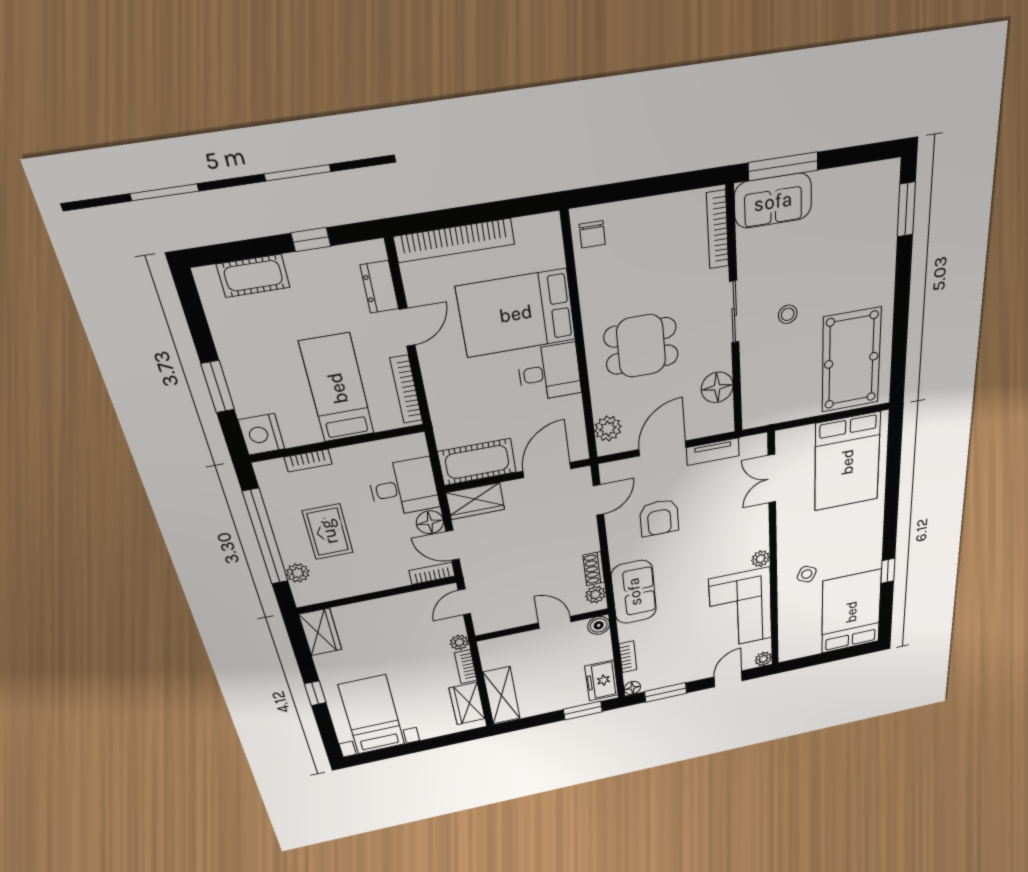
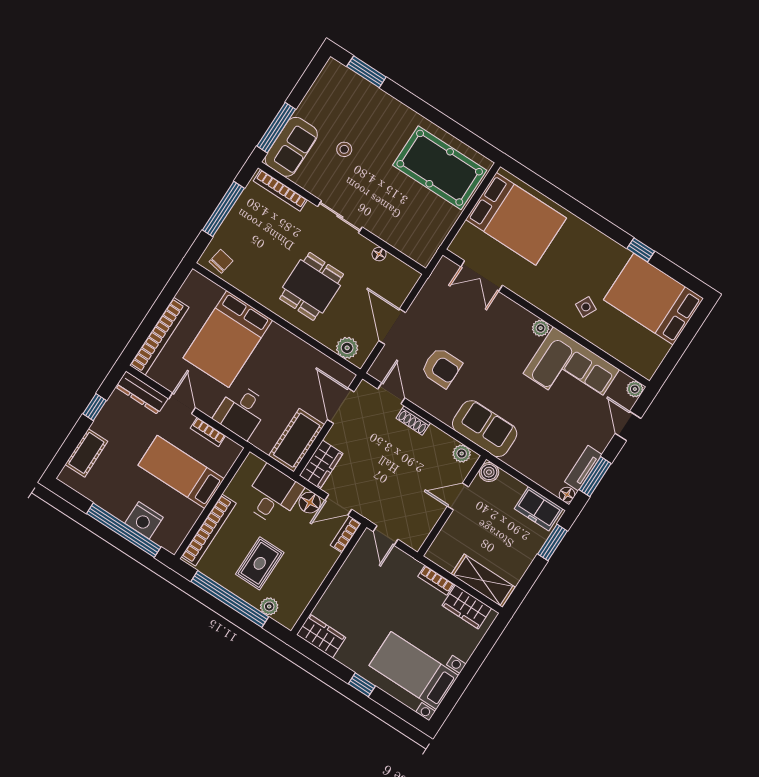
window: (651, 187) -> (223, 209), added
chair: (592, 234) -> (221, 261), turned -80
dresser: (379, 287) -> (142, 393), width x1.44
stool: (788, 314) -> (344, 149), moved
desk: (549, 372) -> (241, 411), moved, turned 180
window: (218, 387) -> (124, 530), width x2.11
floor lamp: (717, 387) -> (379, 254), width x0.53, depth x0.53
bookcase: (406, 389) -> (208, 432), width x0.64
nightstand: (261, 434) -> (144, 520), moved
tv unit: (713, 452) -> (583, 468), moved, turned 180
bookcase: (308, 461) -> (209, 530), width x2.31, depth x1.31
rug: (328, 532) -> (260, 563), turned 90
shoe rack: (594, 569) -> (413, 420), moved
plant: (459, 642) -> (413, 566), removed
bookcase: (628, 657) -> (536, 475), removed

